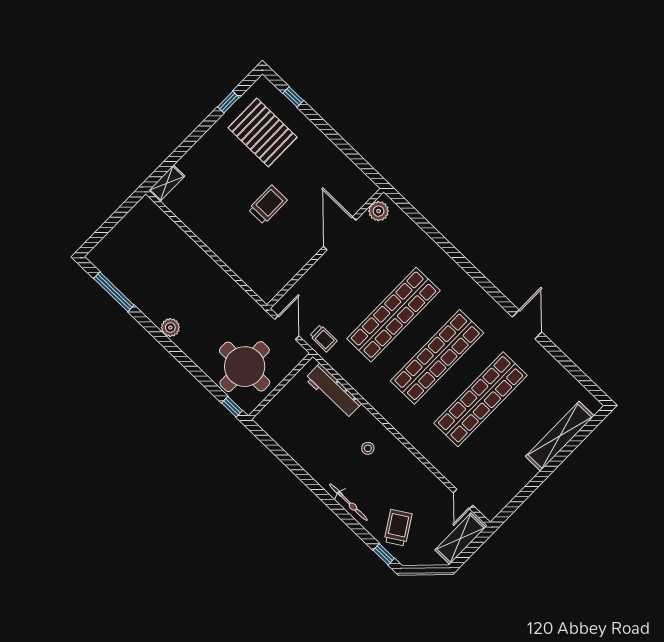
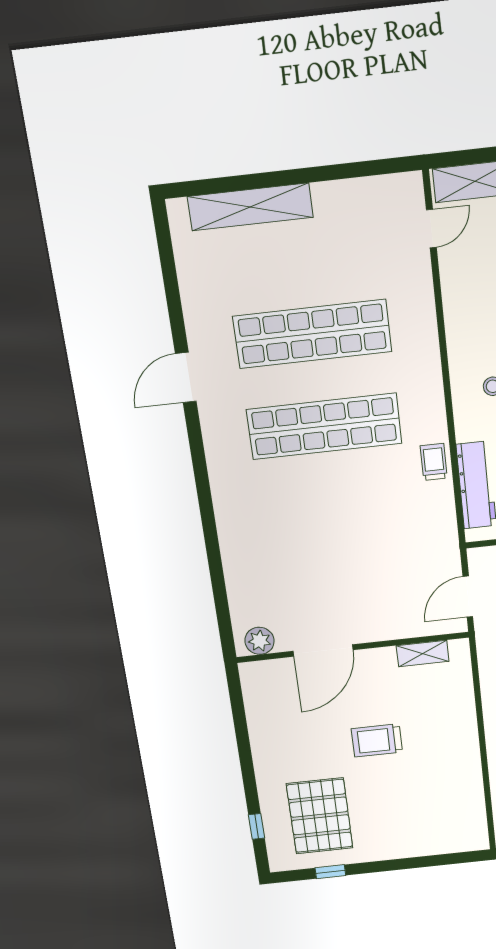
shelving: (167, 183) -> (423, 654), moved
shop shelf: (394, 315) -> (336, 515), removed
trolley: (323, 338) -> (434, 462), moved

